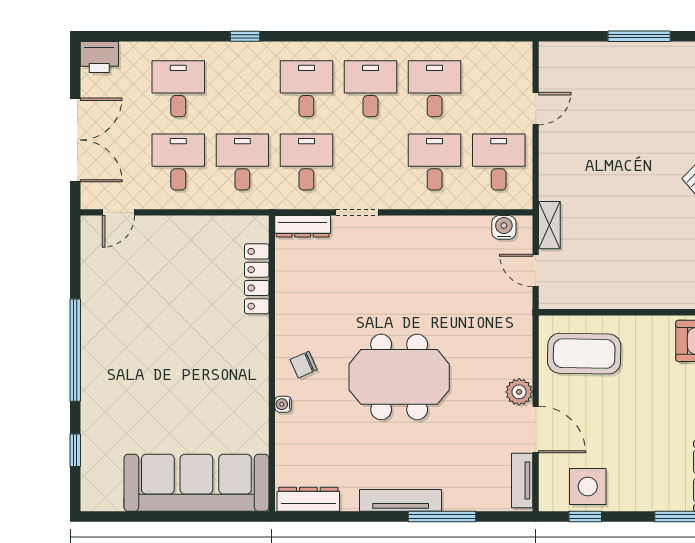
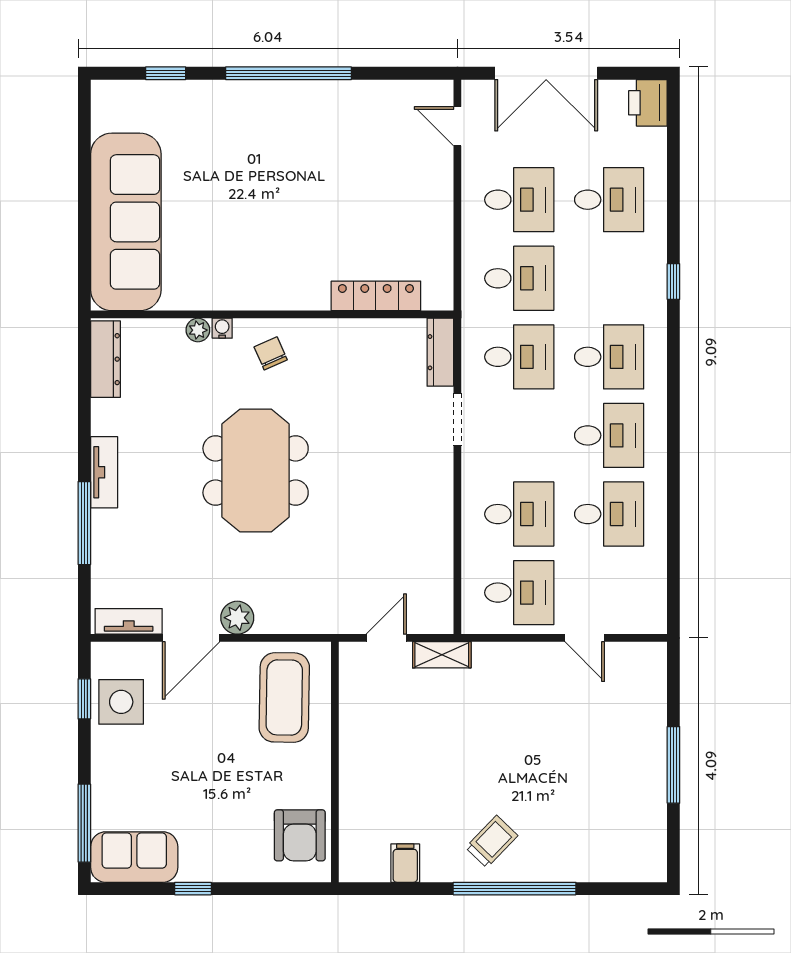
water cooler: (504, 227) -> (439, 599), removed
plant: (285, 424) -> (198, 330), added
tv unit: (401, 500) -> (104, 472), width x0.71

